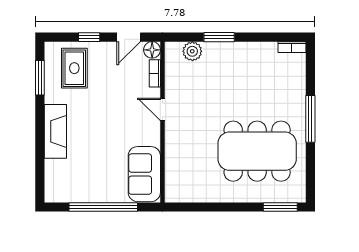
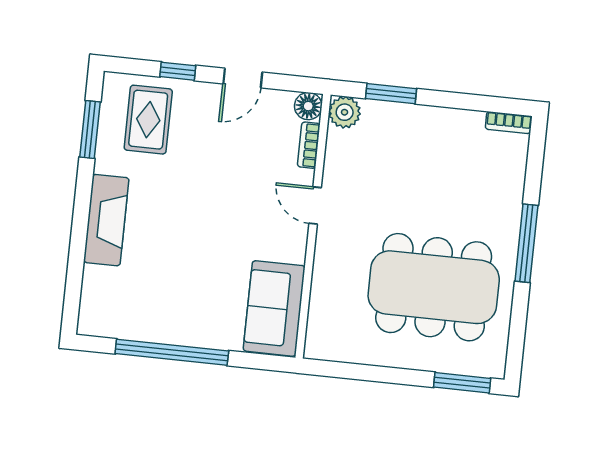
floor lamp: (152, 50) -> (308, 106), moved
bookcase: (155, 73) -> (309, 145), moved
door: (162, 109) -> (315, 206), moved
wall: (162, 122) -> (313, 226), moved
sofa: (144, 174) -> (274, 308), moved

